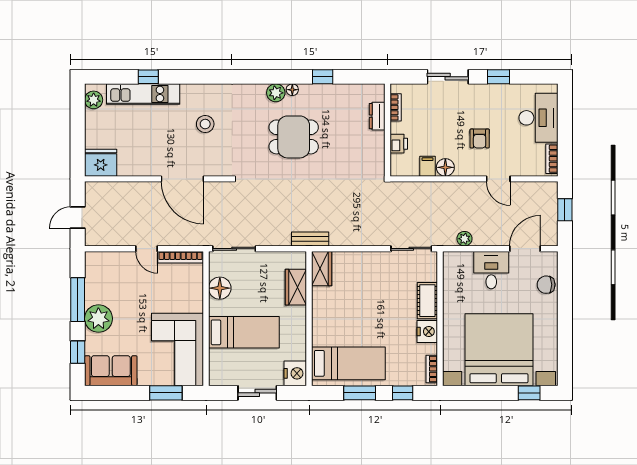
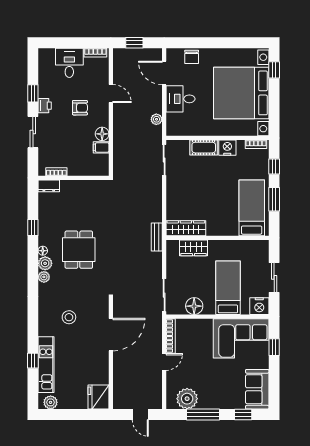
plant: (258, 91) -> (44, 277), added
dresser: (377, 116) -> (49, 186), moved
desk: (538, 118) -> (69, 63), width x0.73
printer: (399, 144) -> (45, 106), moved, turned 90
door: (498, 179) -> (111, 94), hinge flipped
wardrobe: (322, 269) -> (186, 228), width x1.50
plant: (98, 319) -> (187, 399), moved
nightstand: (295, 373) -> (259, 306), moved, turned 180
window: (166, 393) -> (274, 347), width x0.67

